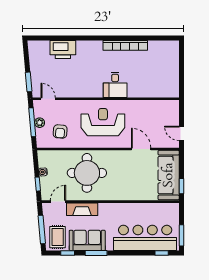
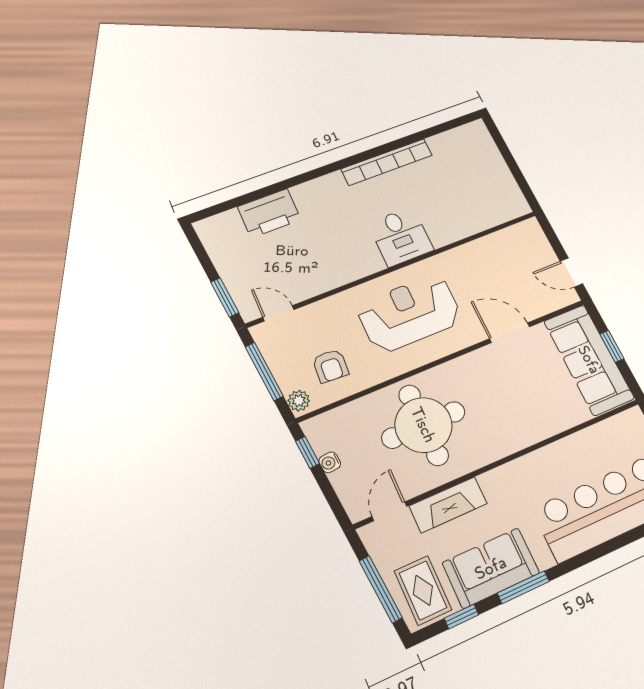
plant: (40, 123) -> (299, 401), moved
window: (38, 184) -> (307, 452), moved
window: (181, 186) -> (612, 346), moved

